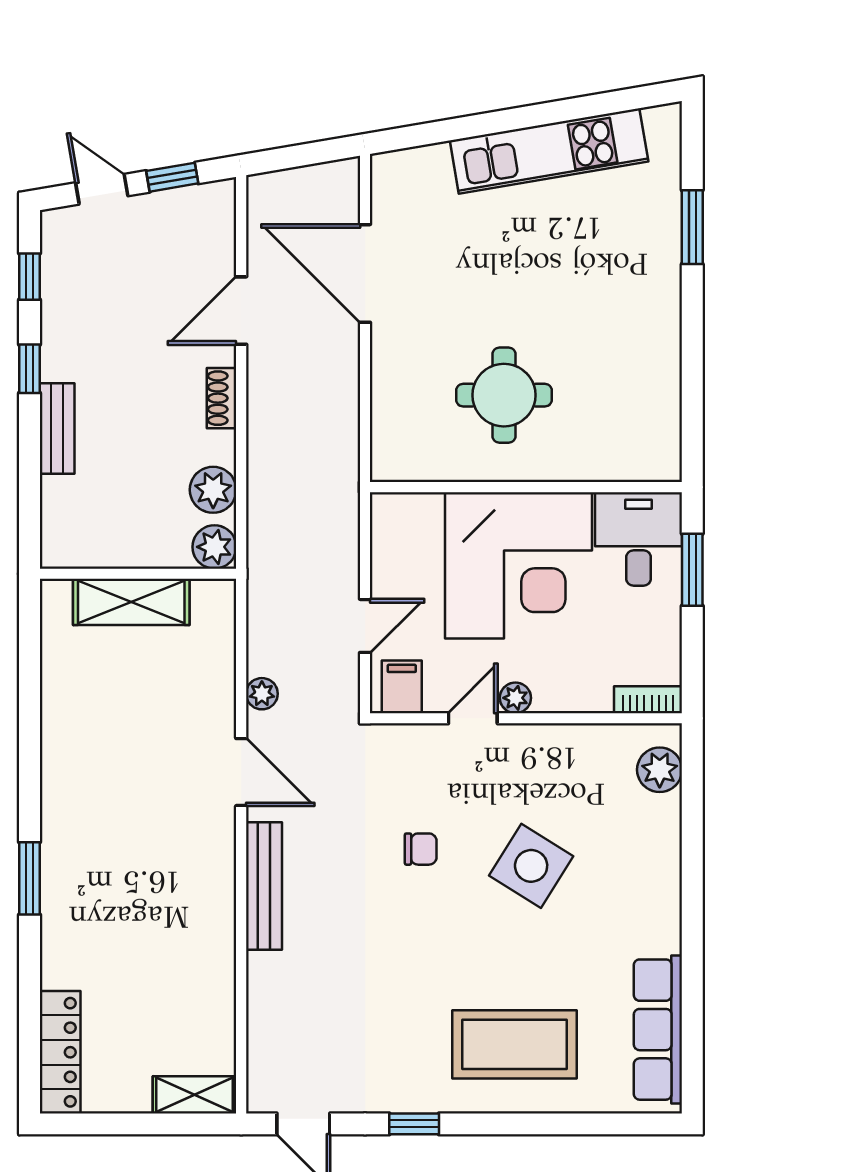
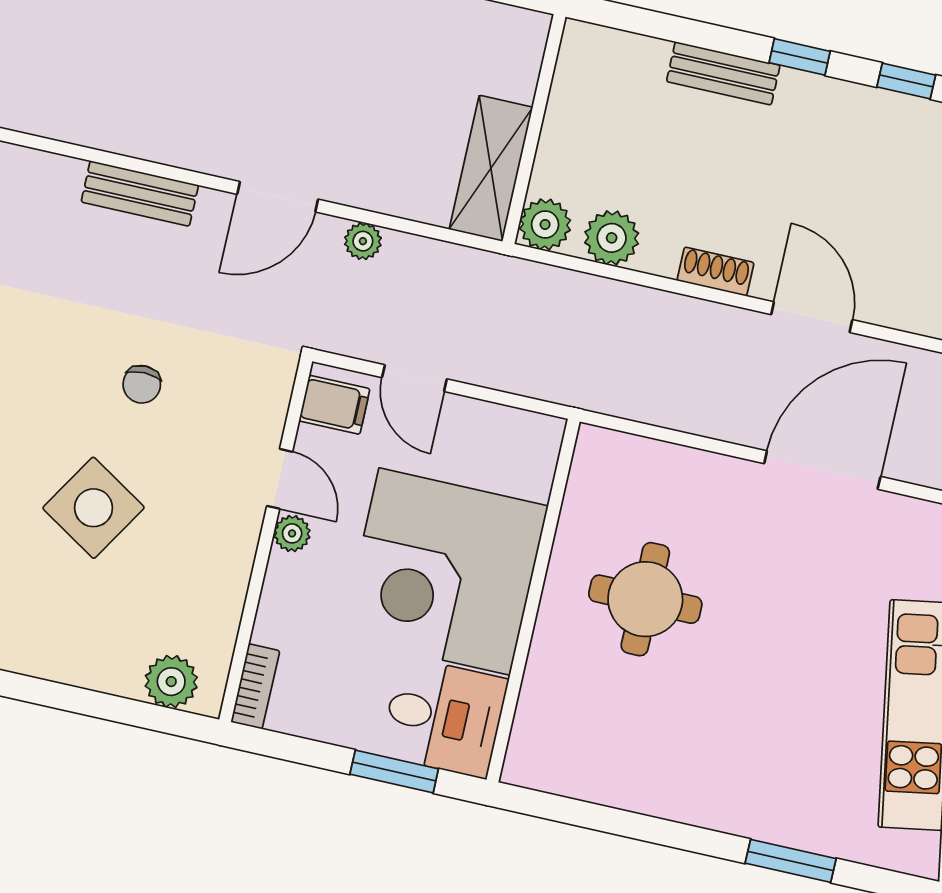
shelving: (131, 602) -> (491, 168), moved
bench: (264, 886) -> (140, 193), width x0.73

